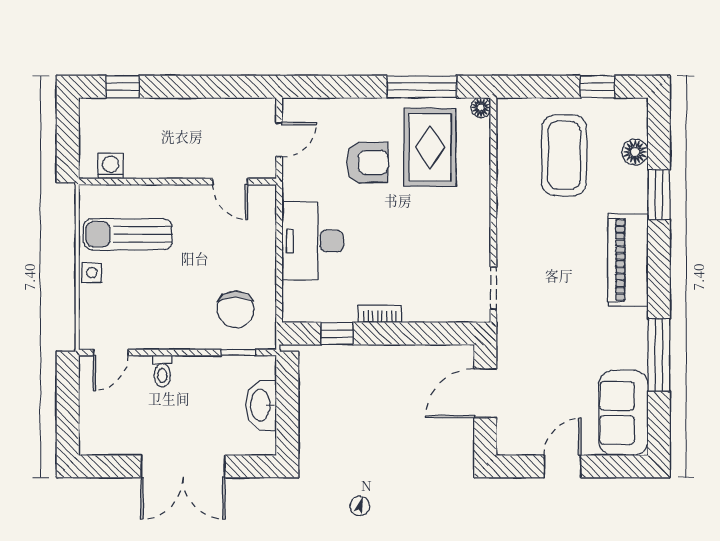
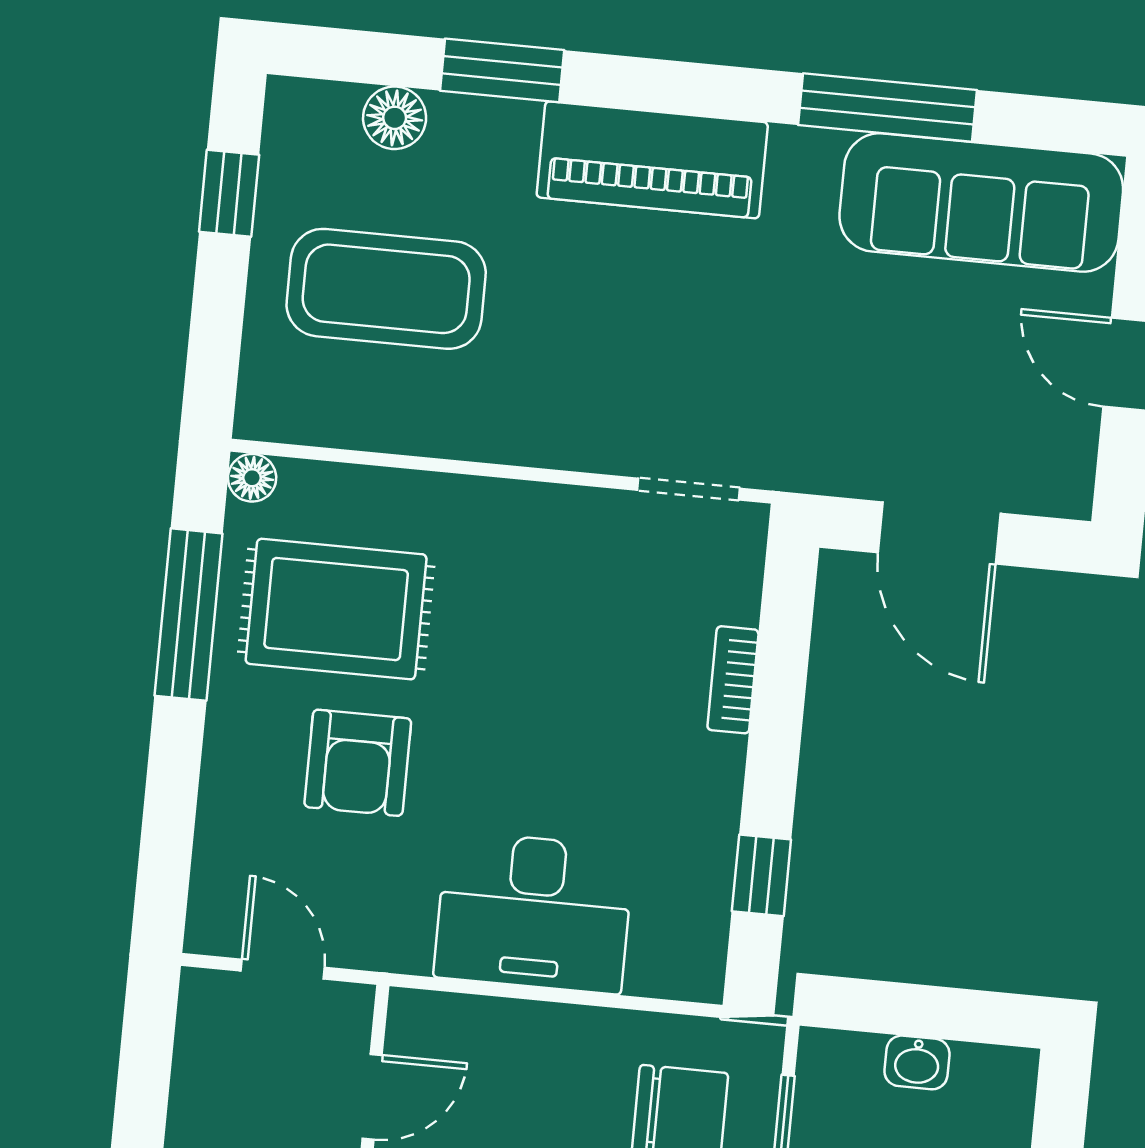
armchair: (367, 162) -> (358, 763), turned 180
bookcase: (380, 314) -> (733, 680), moved
washbasin: (261, 405) -> (917, 1062), width x0.52, depth x0.69
sofa: (623, 413) -> (981, 203), width x1.36

